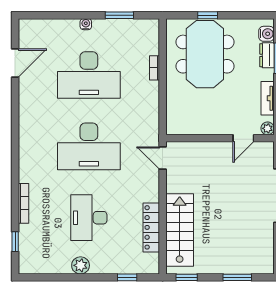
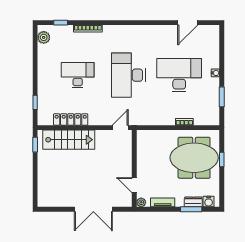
door: (15, 63) -> (188, 23), hinge flipped
desk: (89, 75) -> (179, 75), turned 90
plant: (81, 265) -> (44, 37), moved
window: (237, 277) -> (35, 181), removed

